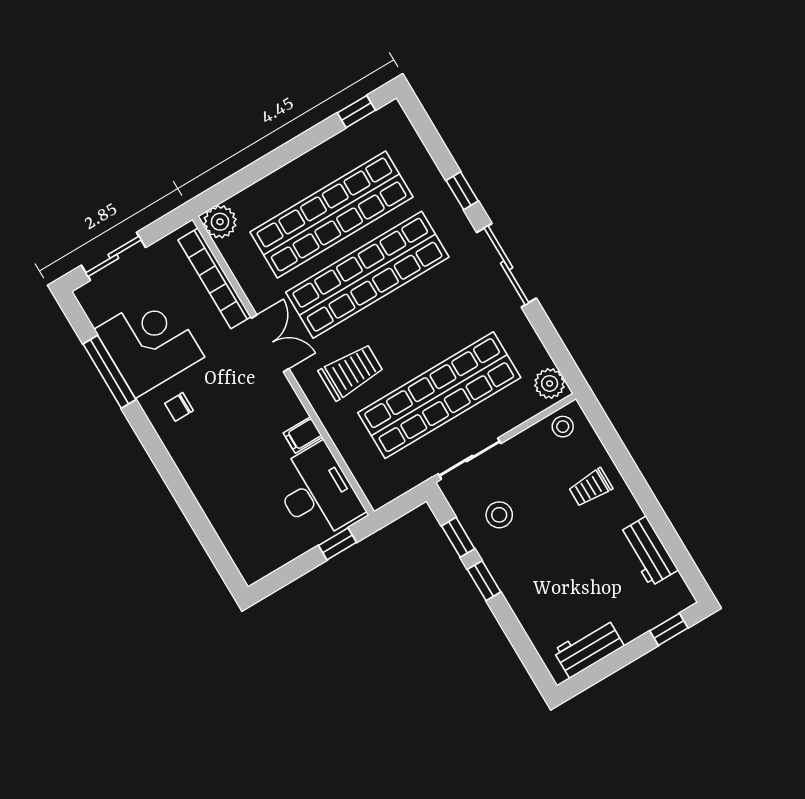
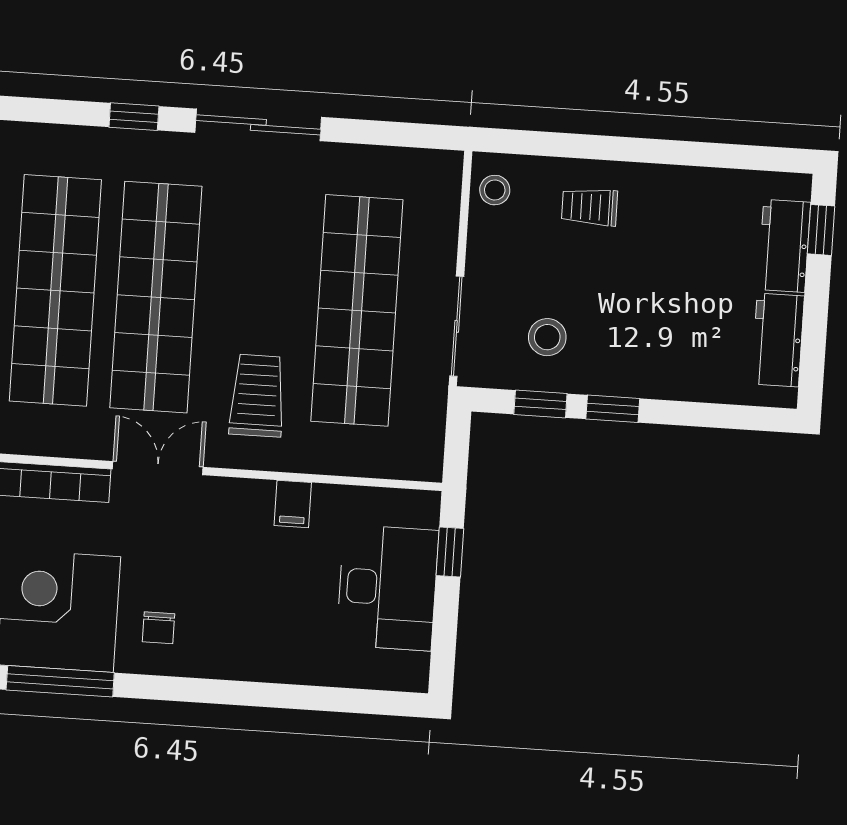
plant: (550, 383) -> (433, 170), removed
trolley: (591, 488) -> (590, 207), turned 90
desk: (317, 492) -> (387, 588), moved, turned 90
workbench: (648, 551) -> (784, 246), moved, turned 90

